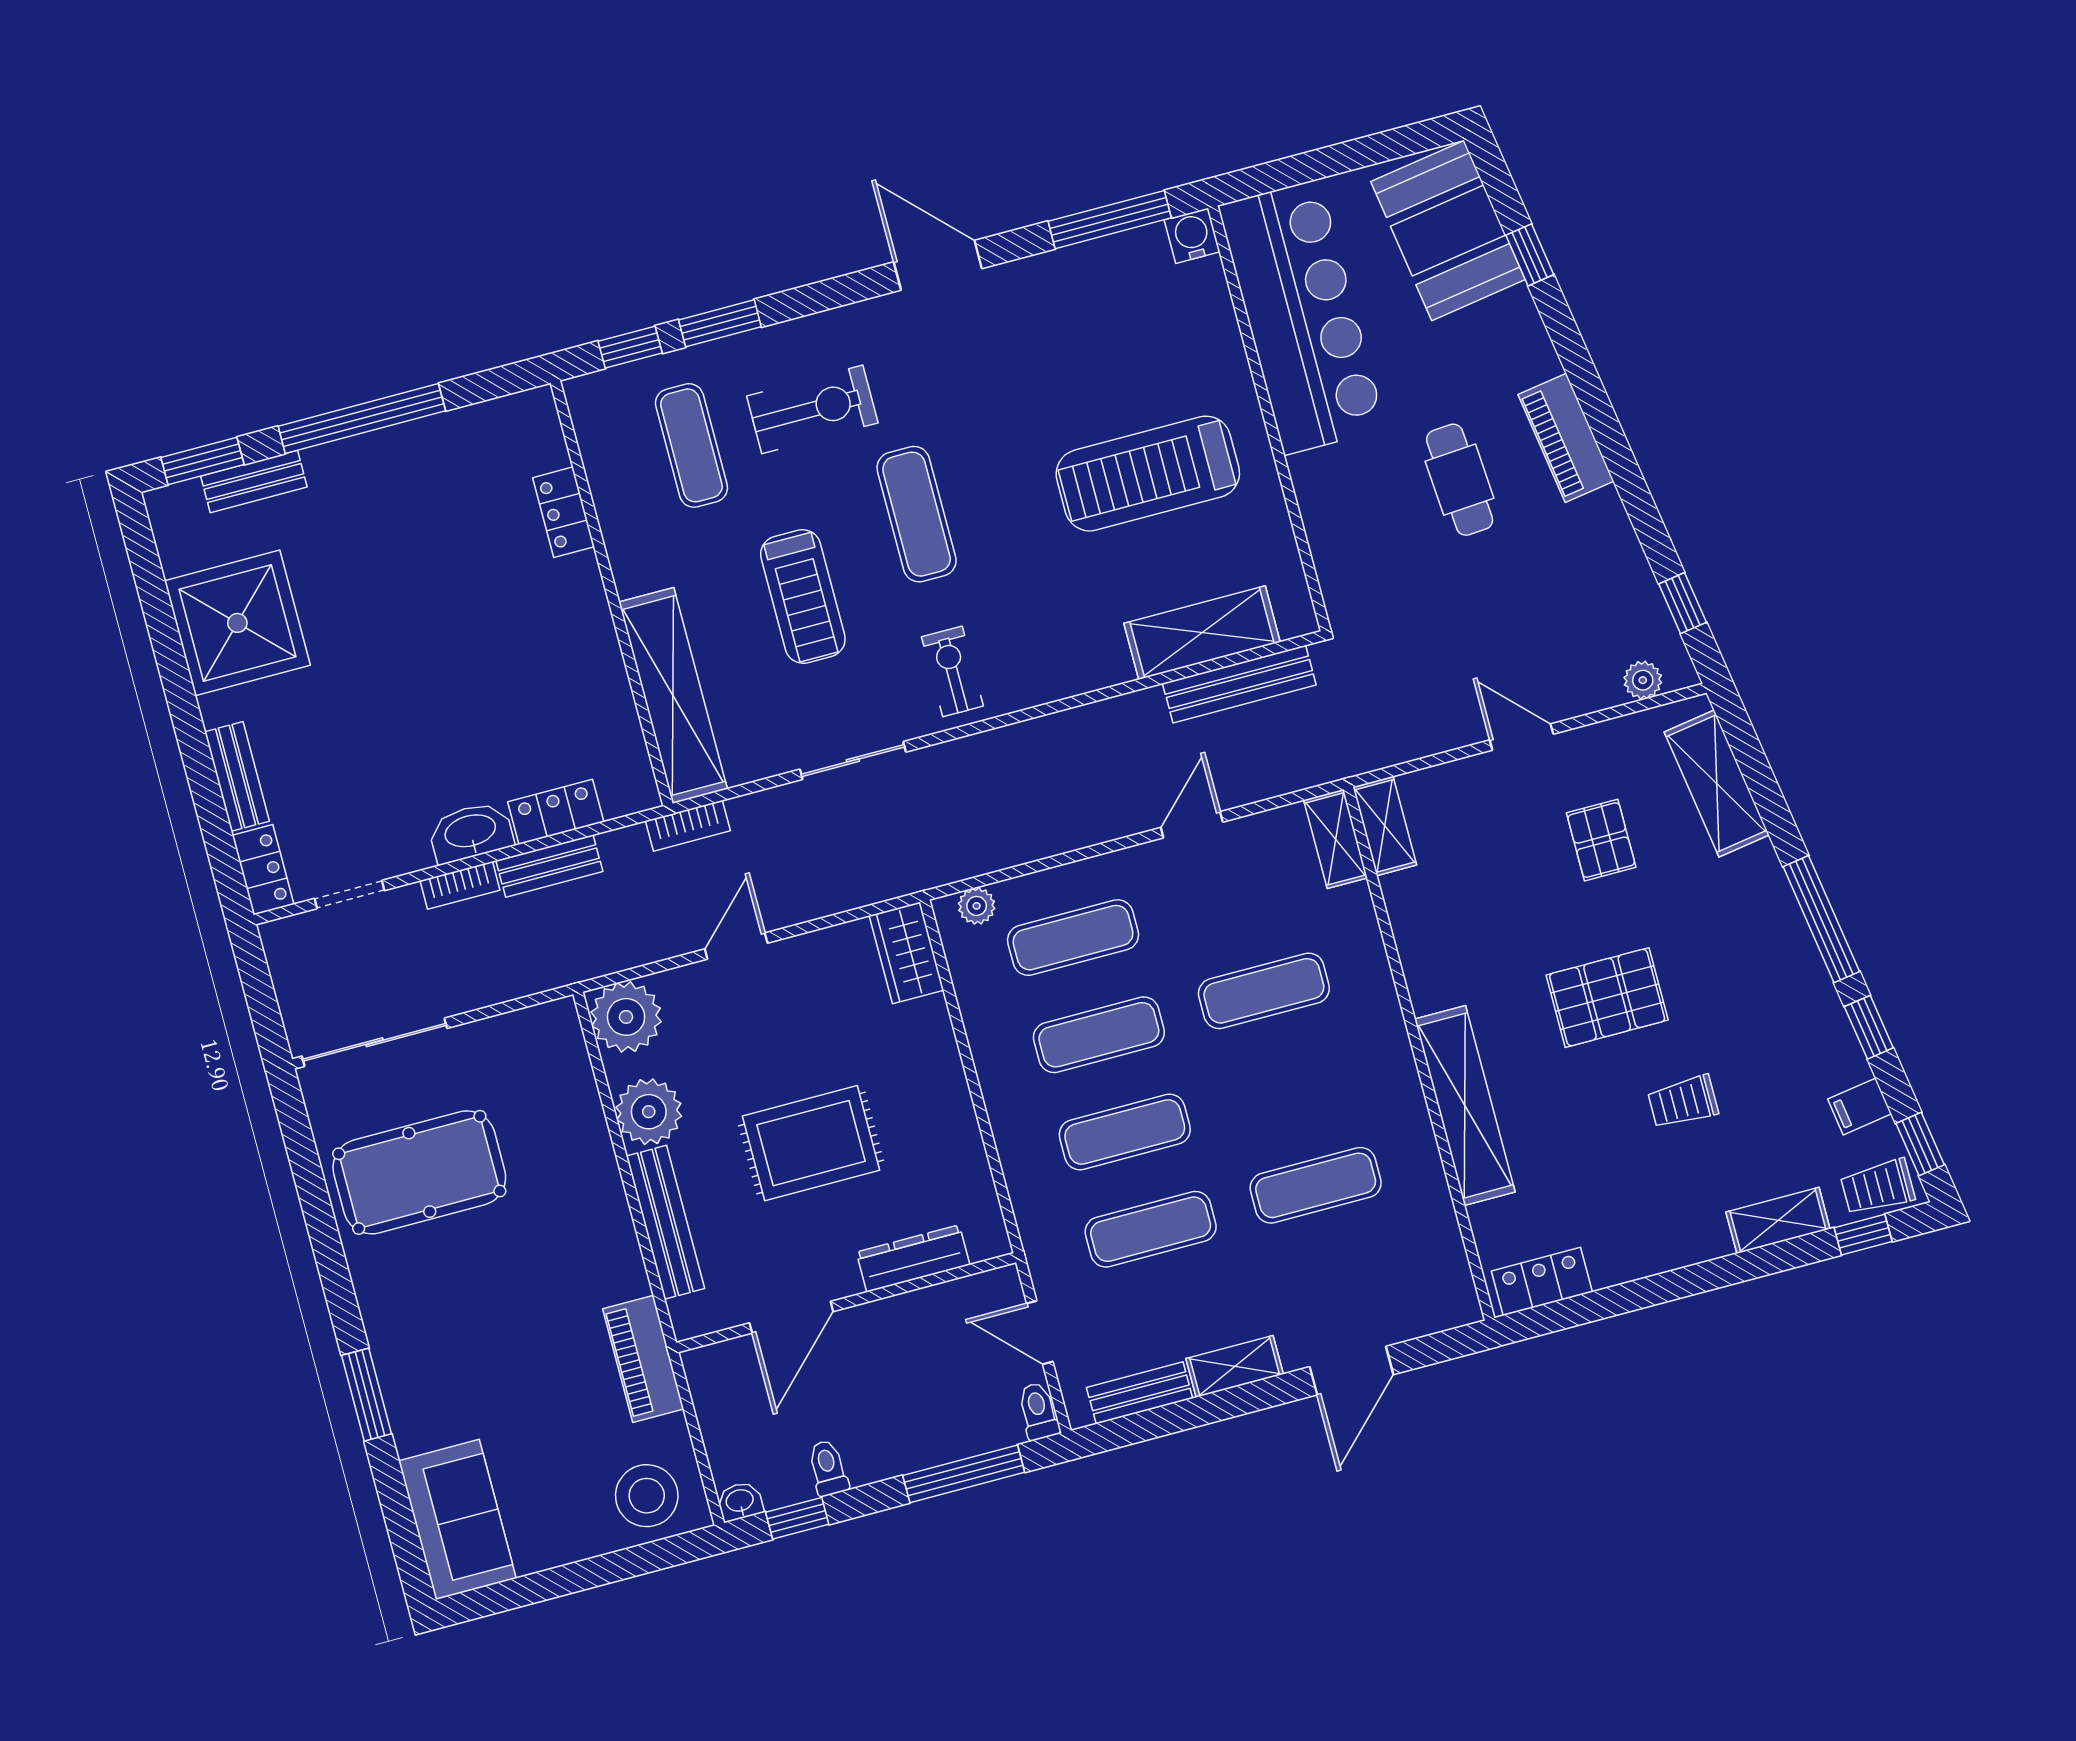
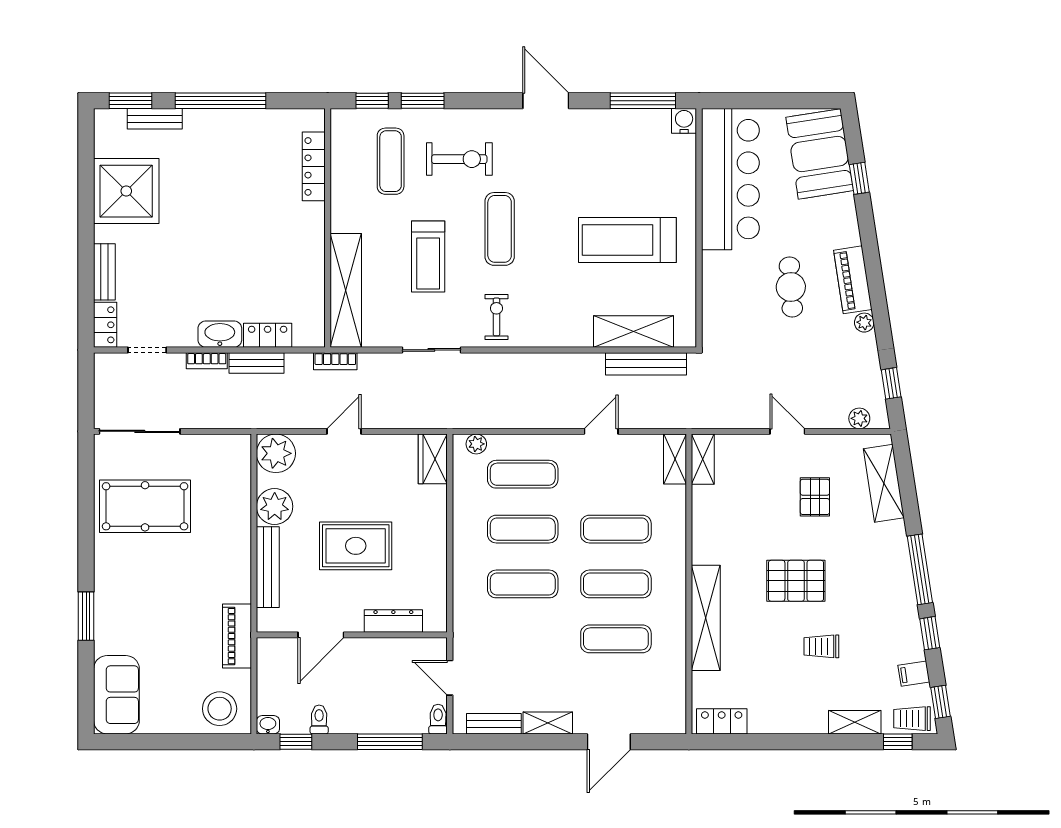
plant: (1606, 508) -> (864, 323), added
locker: (563, 512) -> (314, 166), width x1.53
exercise mat: (1151, 1229) -> (616, 584), moved

